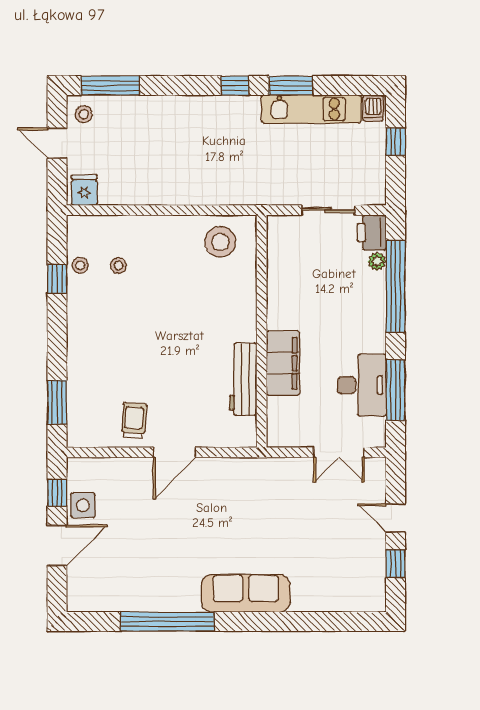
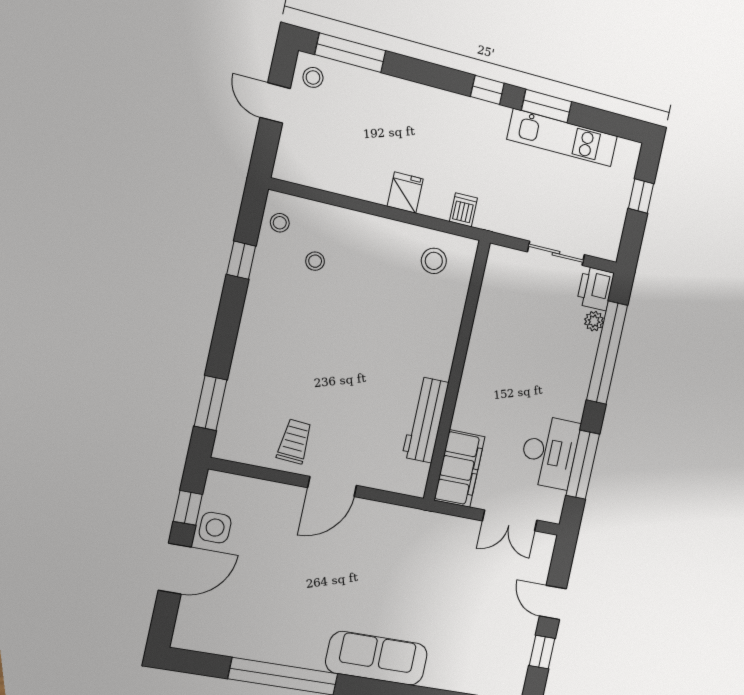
dishwasher: (373, 108) -> (463, 210), moved, turned 180
fridge: (84, 190) -> (405, 193), moved
stool: (220, 242) -> (434, 261), width x0.73, depth x0.73
stool: (80, 265) -> (280, 223), moved
filing cabinet: (283, 363) -> (459, 468), moved

